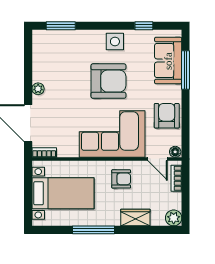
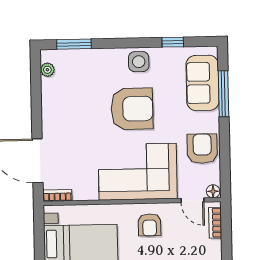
plant: (38, 89) -> (47, 70), moved
armchair: (121, 179) -> (150, 225), turned 90

